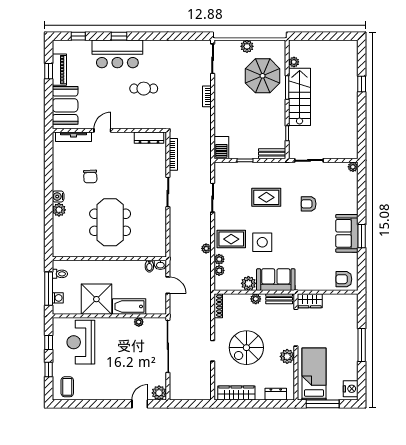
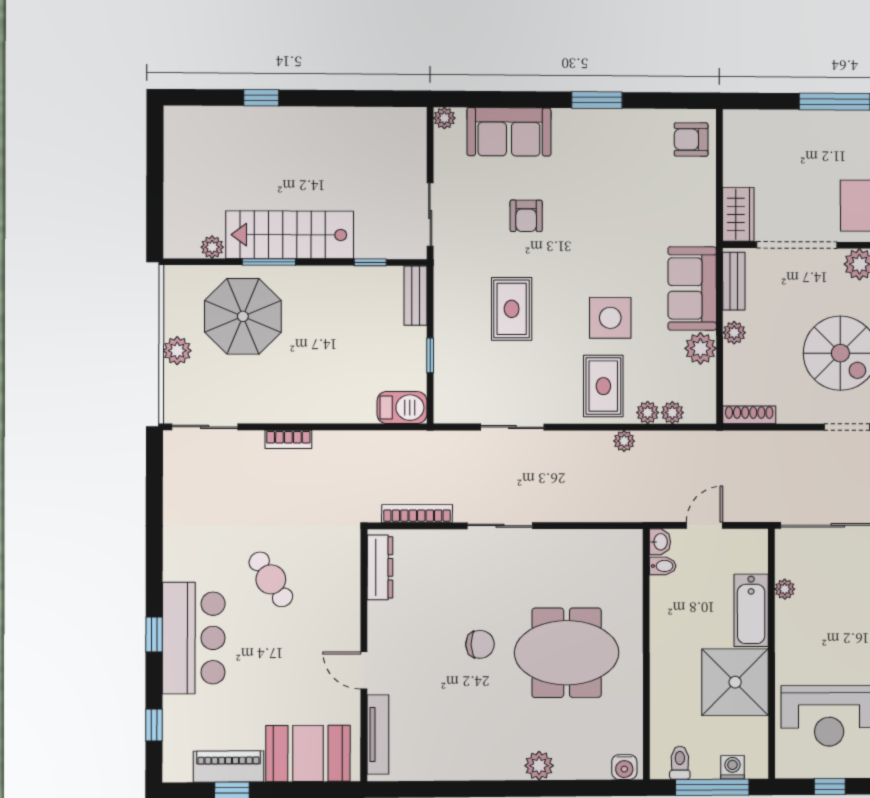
cafe table: (144, 89) -> (271, 579), turned -33
chair: (90, 176) -> (480, 644), moved
water cooler: (58, 196) -> (624, 767), moved
sofa: (347, 233) -> (509, 132), moved
armchair: (344, 279) -> (691, 139), turned 90

